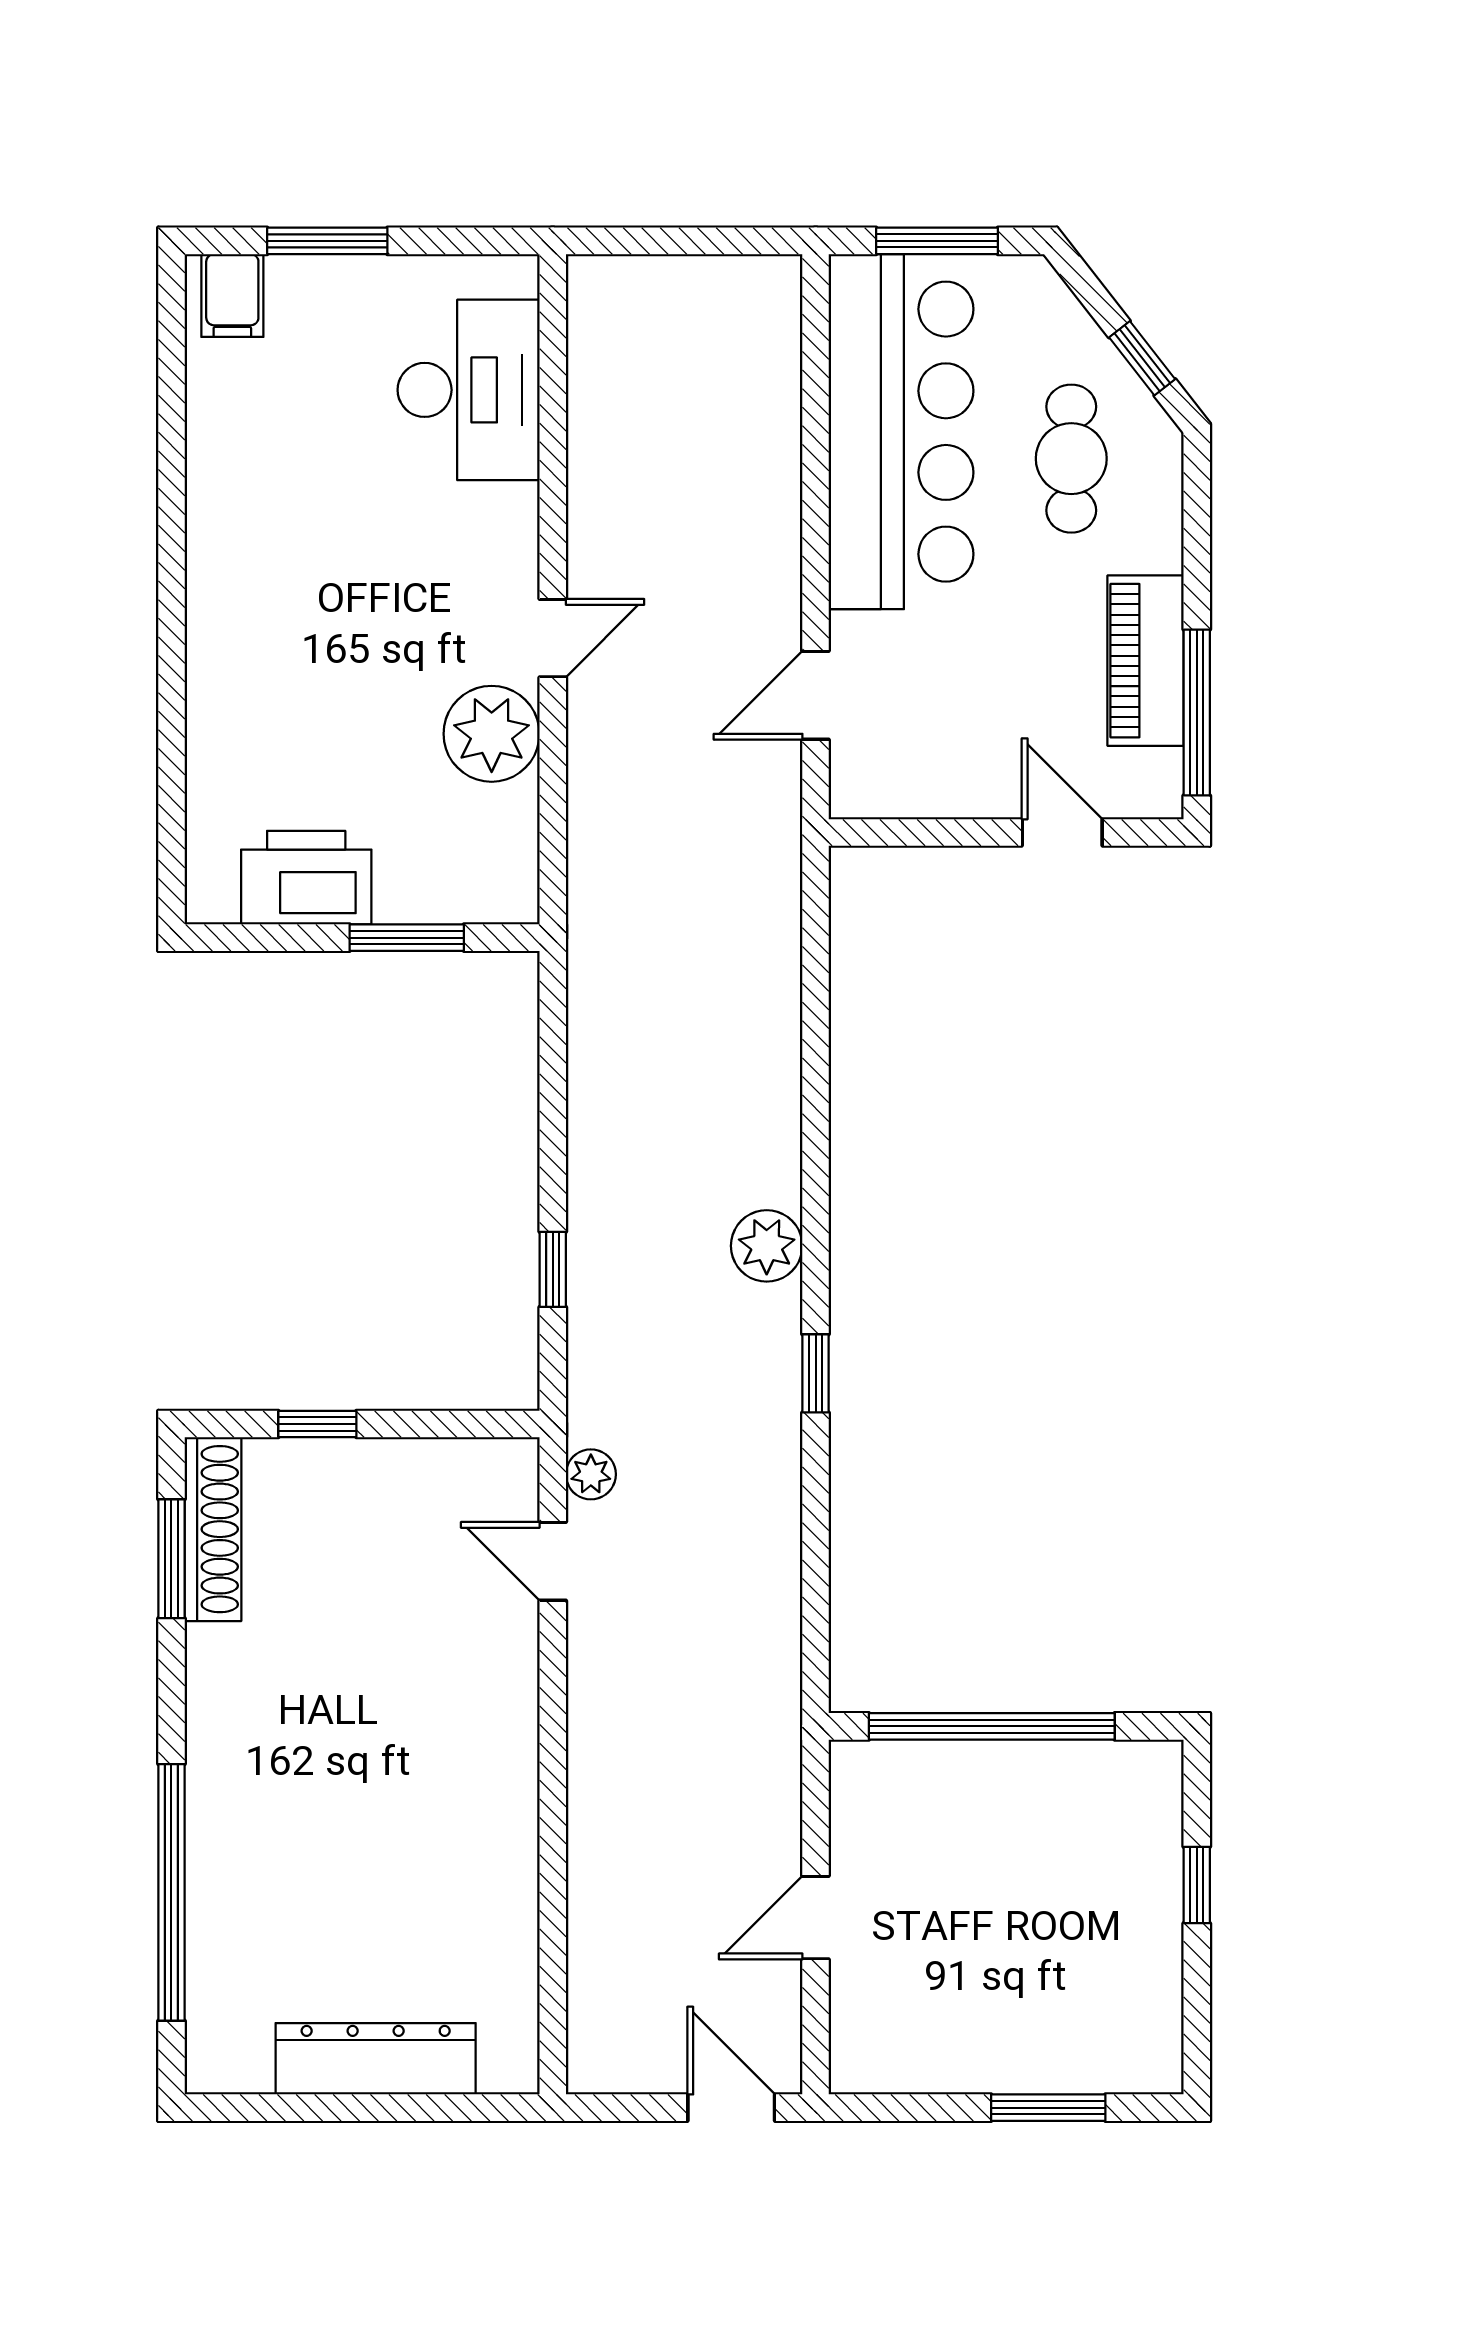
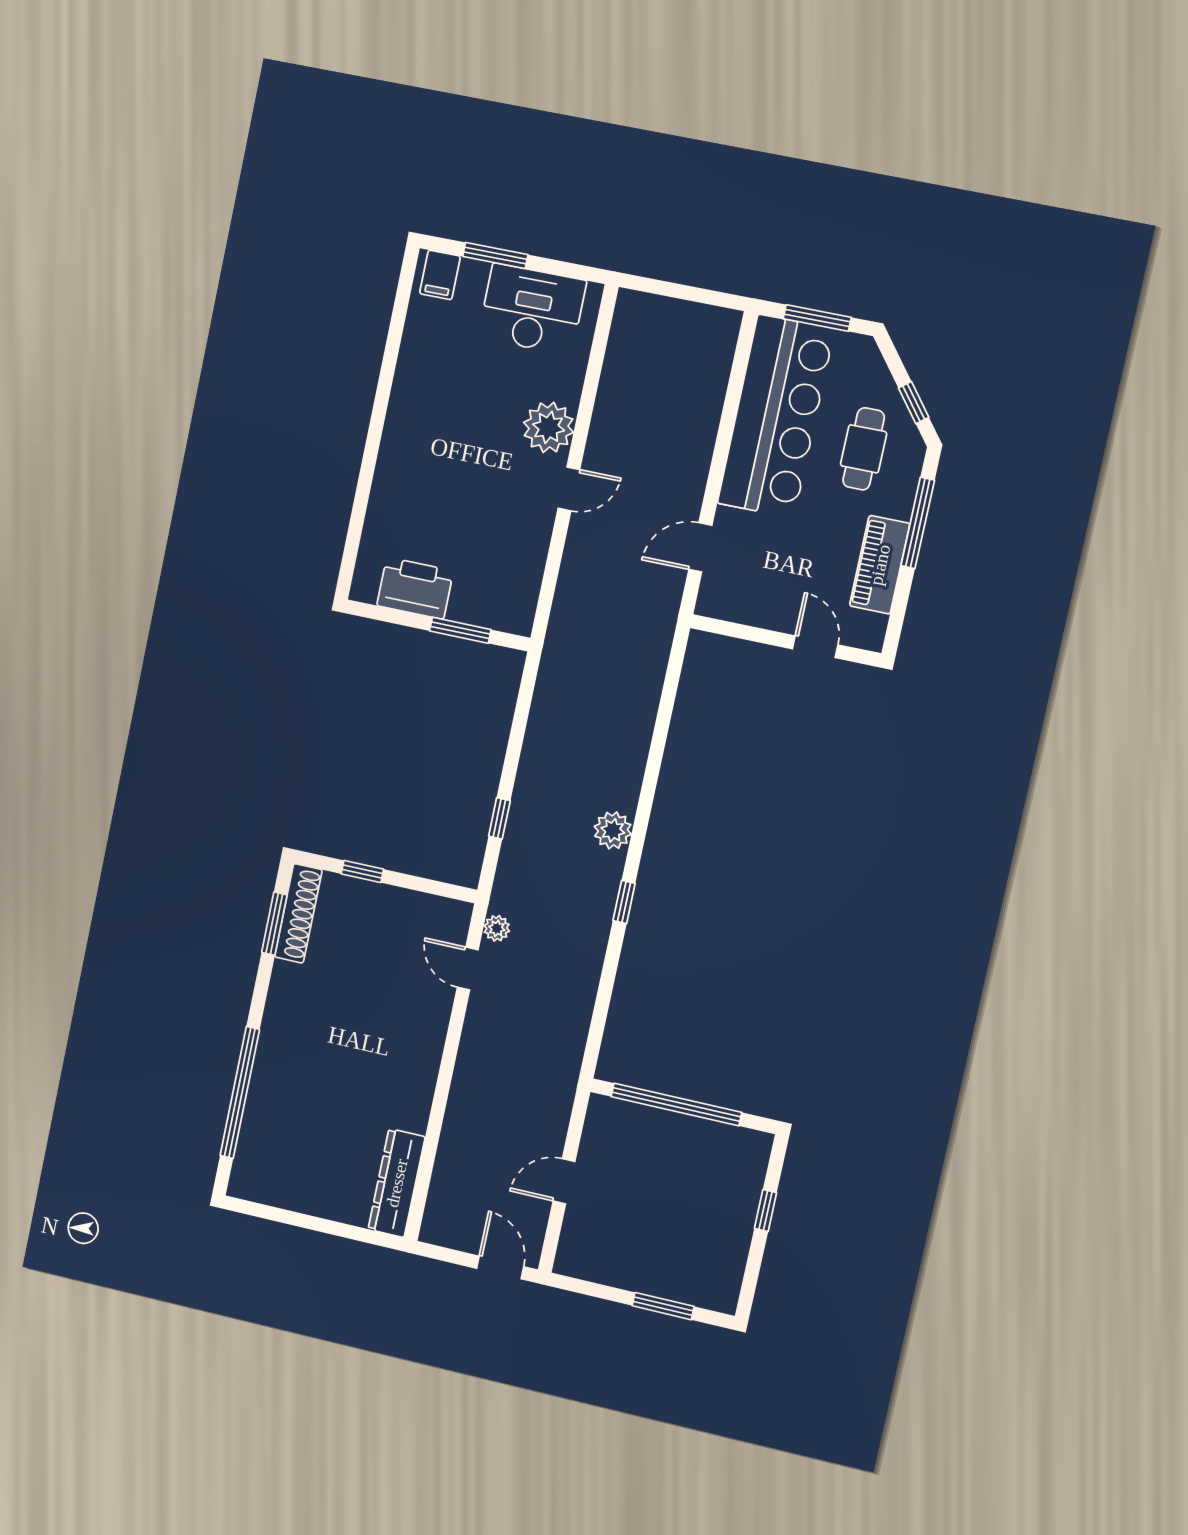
desk: (469, 390) -> (532, 309), moved, turned -90
window: (1197, 713) -> (918, 523), moved
plant: (492, 734) -> (549, 427), moved
dresser: (376, 2059) -> (397, 1183), moved, turned -90

